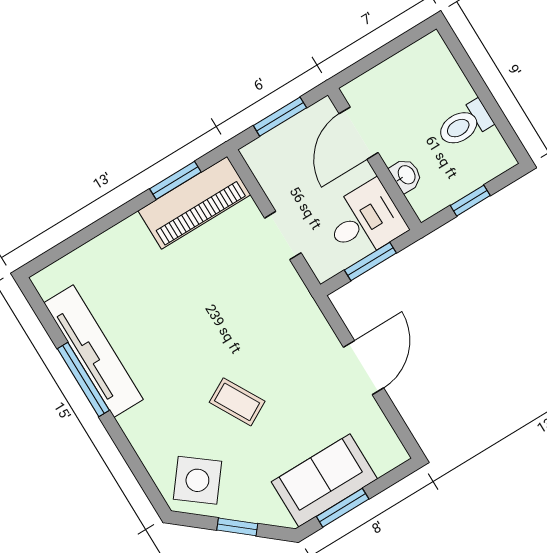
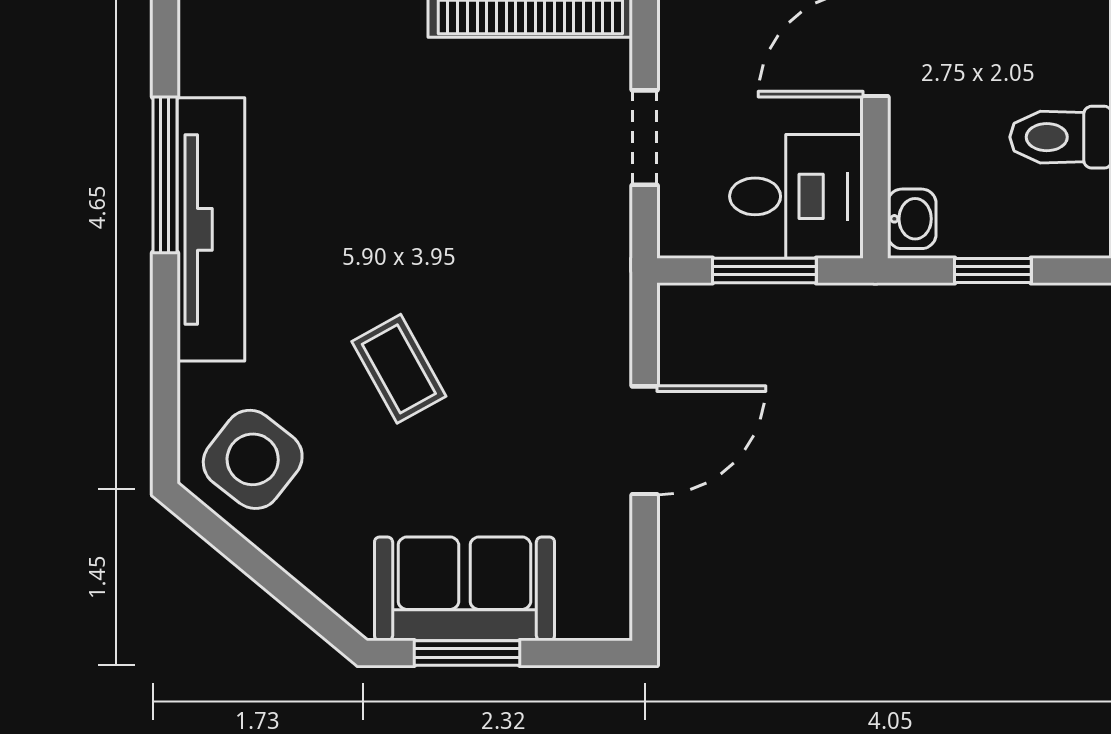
washbasin: (406, 175) -> (912, 219), moved
tv unit: (93, 351) -> (211, 229), moved
window: (237, 527) -> (272, 578), removed

